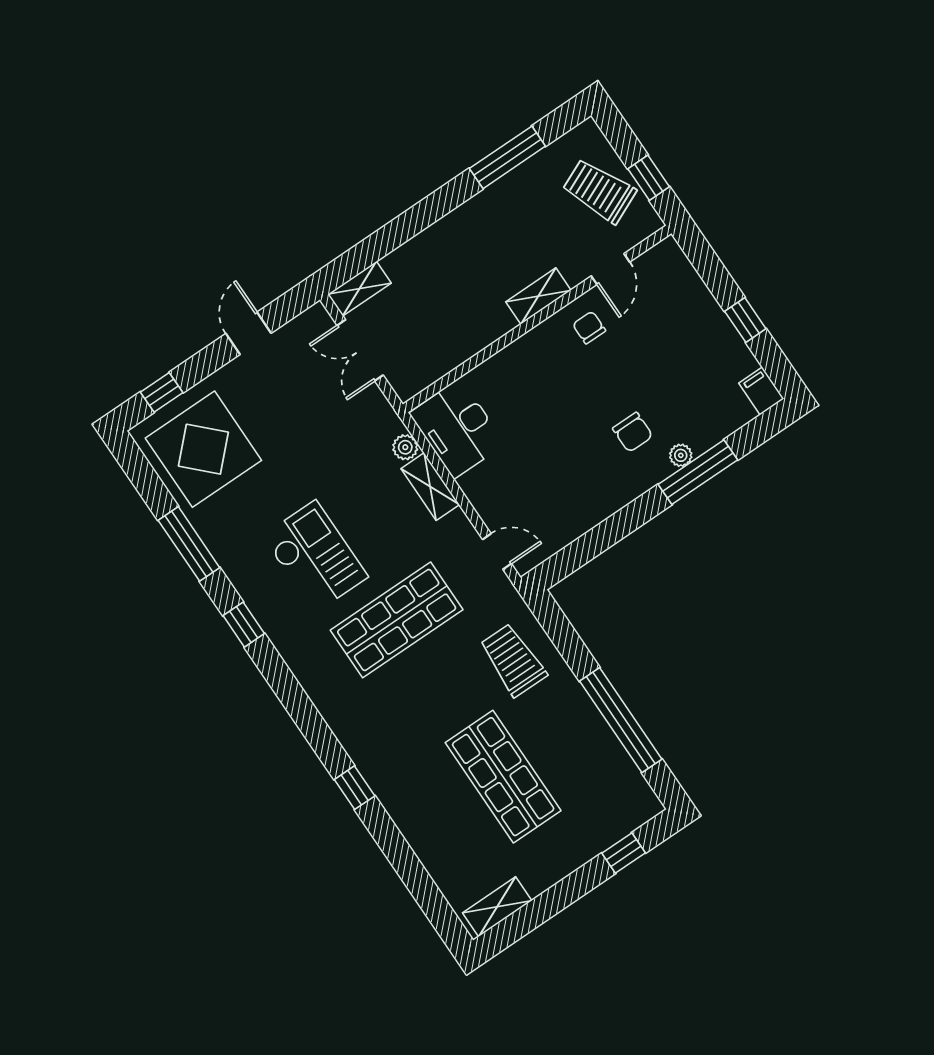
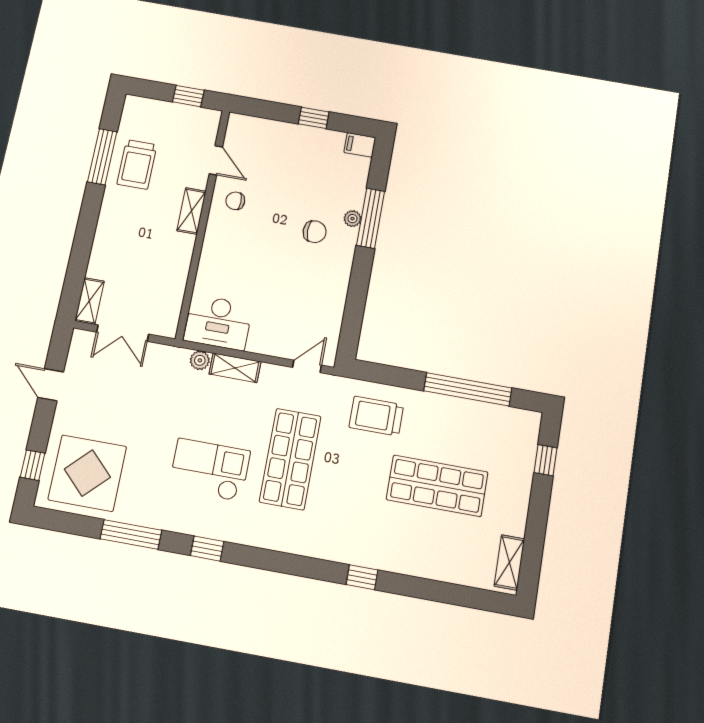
trolley: (599, 191) -> (137, 164), moved, turned -66

